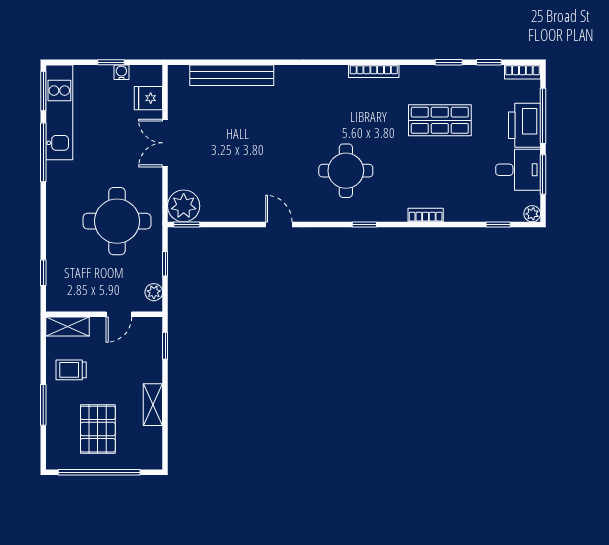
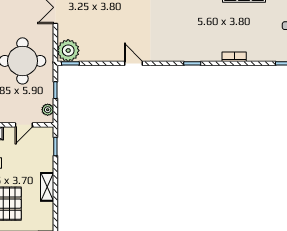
round table: (346, 171) -> (180, 26), removed

